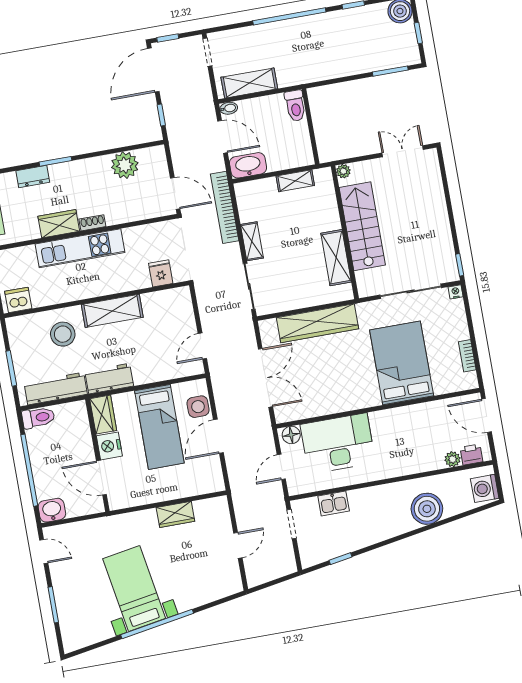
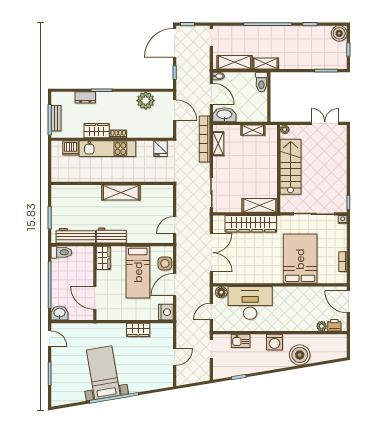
shelving: (297, 77) -> (266, 64), added
door: (175, 193) -> (175, 110), moved
shelving: (252, 241) -> (218, 144), moved
shelving: (336, 258) -> (260, 205), moved, turned 90
fridge: (161, 273) -> (160, 149), moved, turned 180
dishwasher: (18, 300) -> (70, 148), moved, turned 180
stool: (63, 334) -> (87, 202), removed
nightstand: (109, 446) -> (166, 312), moved, turned 180
washing machine: (485, 488) -> (275, 342), moved, turned -90

